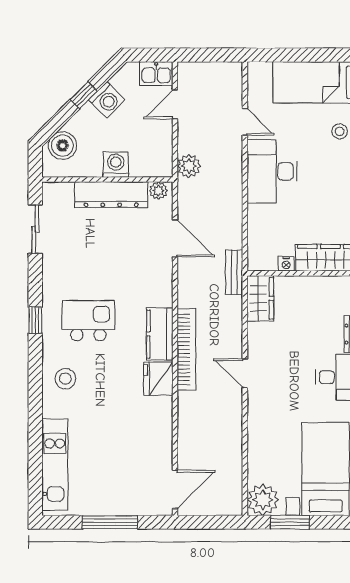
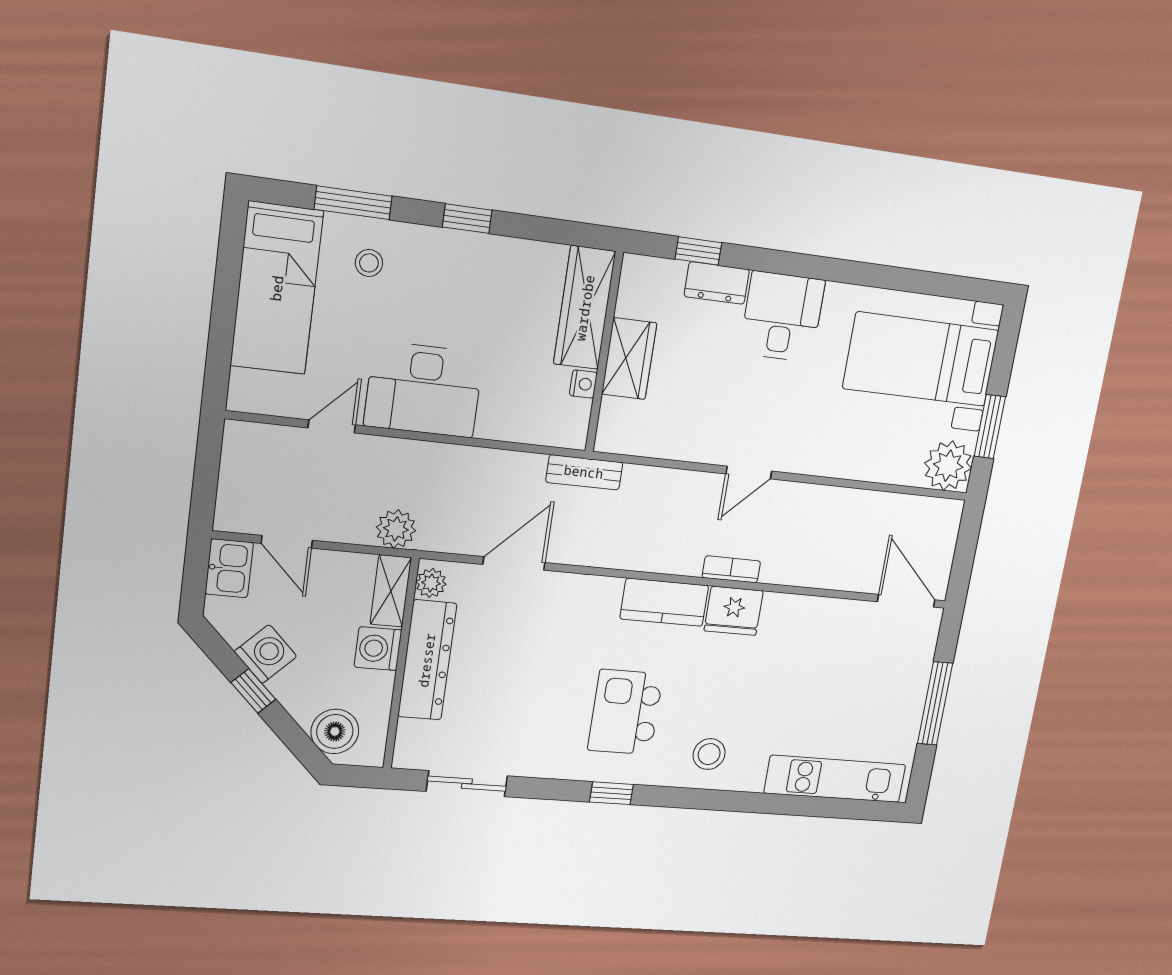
shelving: (151, 168) -> (391, 591), added
wardrobe: (260, 298) -> (629, 359), moved, turned 90
bookcase: (186, 349) -> (731, 569), width x0.43, depth x0.76

